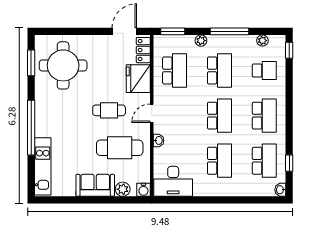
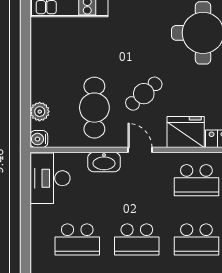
cafe table: (109, 110) -> (144, 94), turned 49
washbasin: (159, 140) -> (104, 162), width x1.91, depth x1.45
sofa: (95, 185) -> (45, 75), removed

